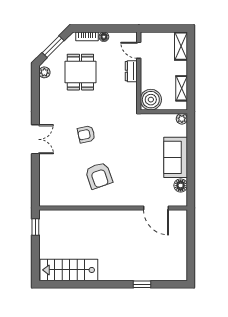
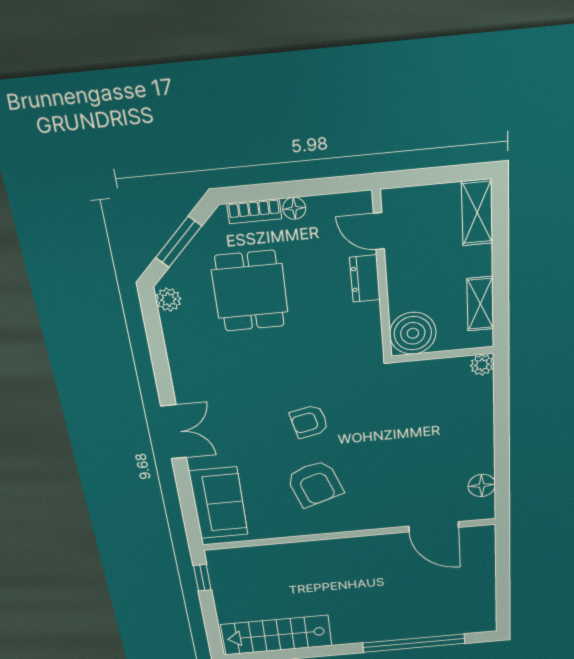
armchair: (86, 134) -> (309, 422), moved
sofa: (176, 157) -> (219, 503), moved, turned 180
window: (142, 284) -> (414, 643), width x3.17

